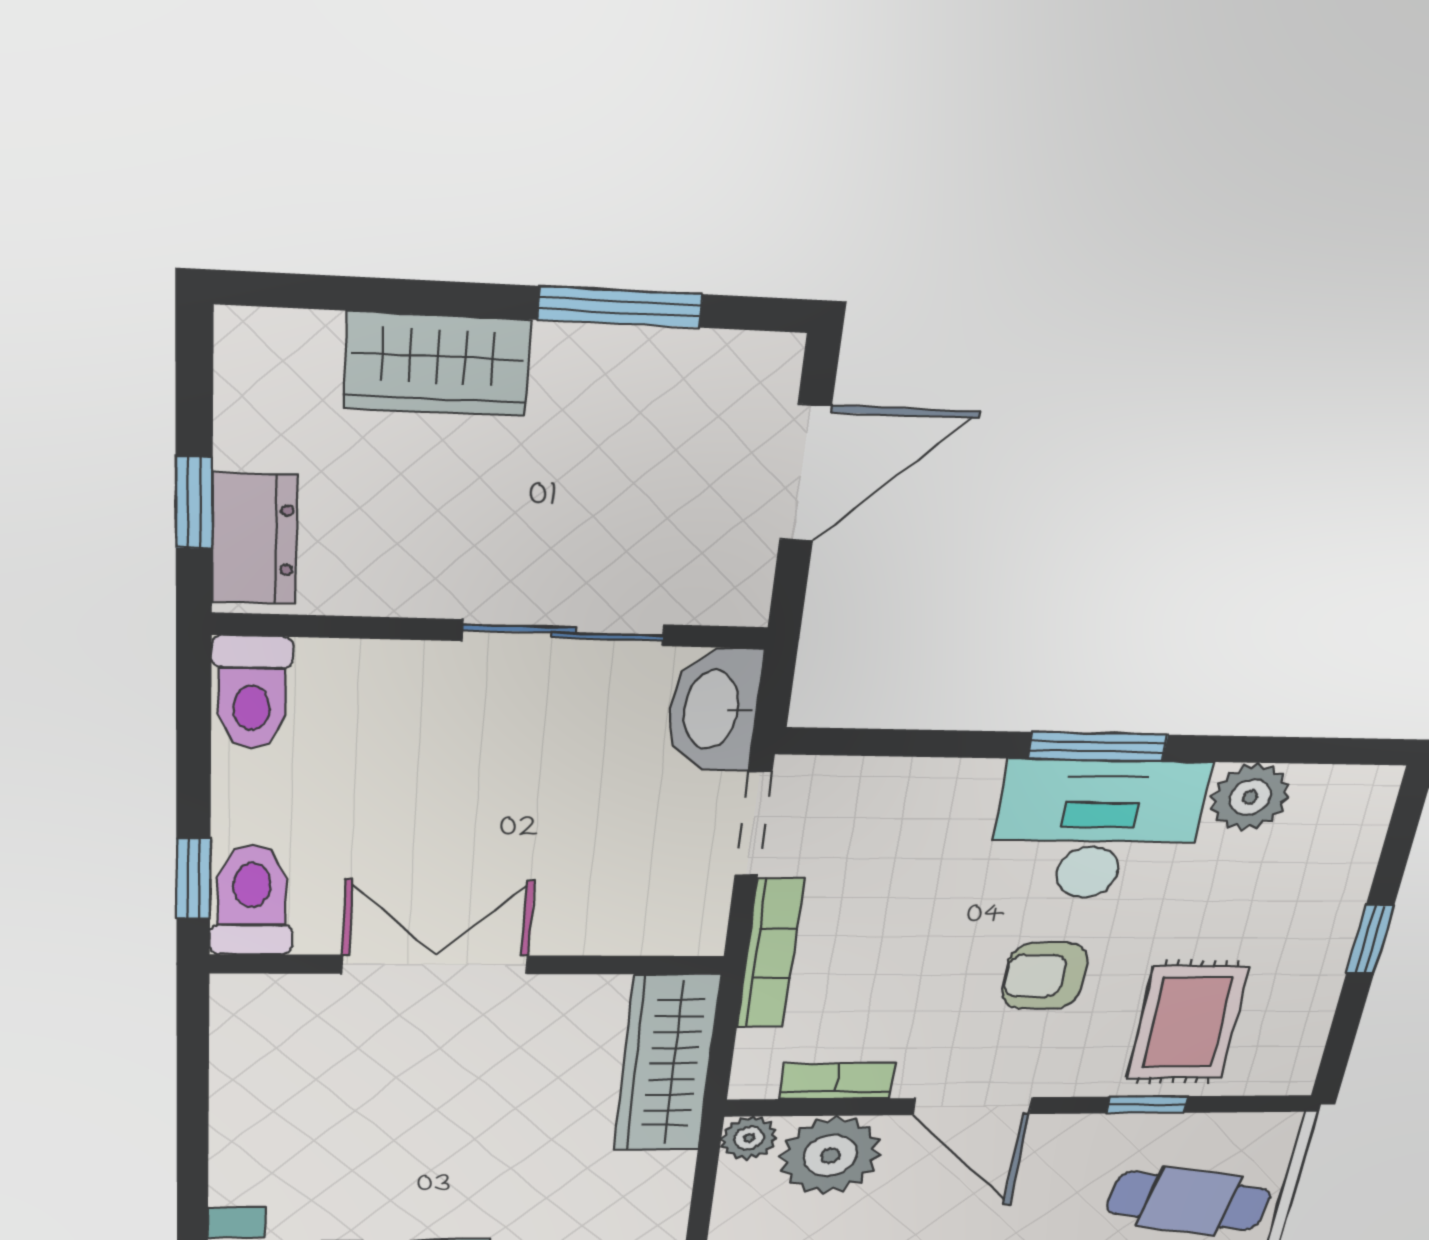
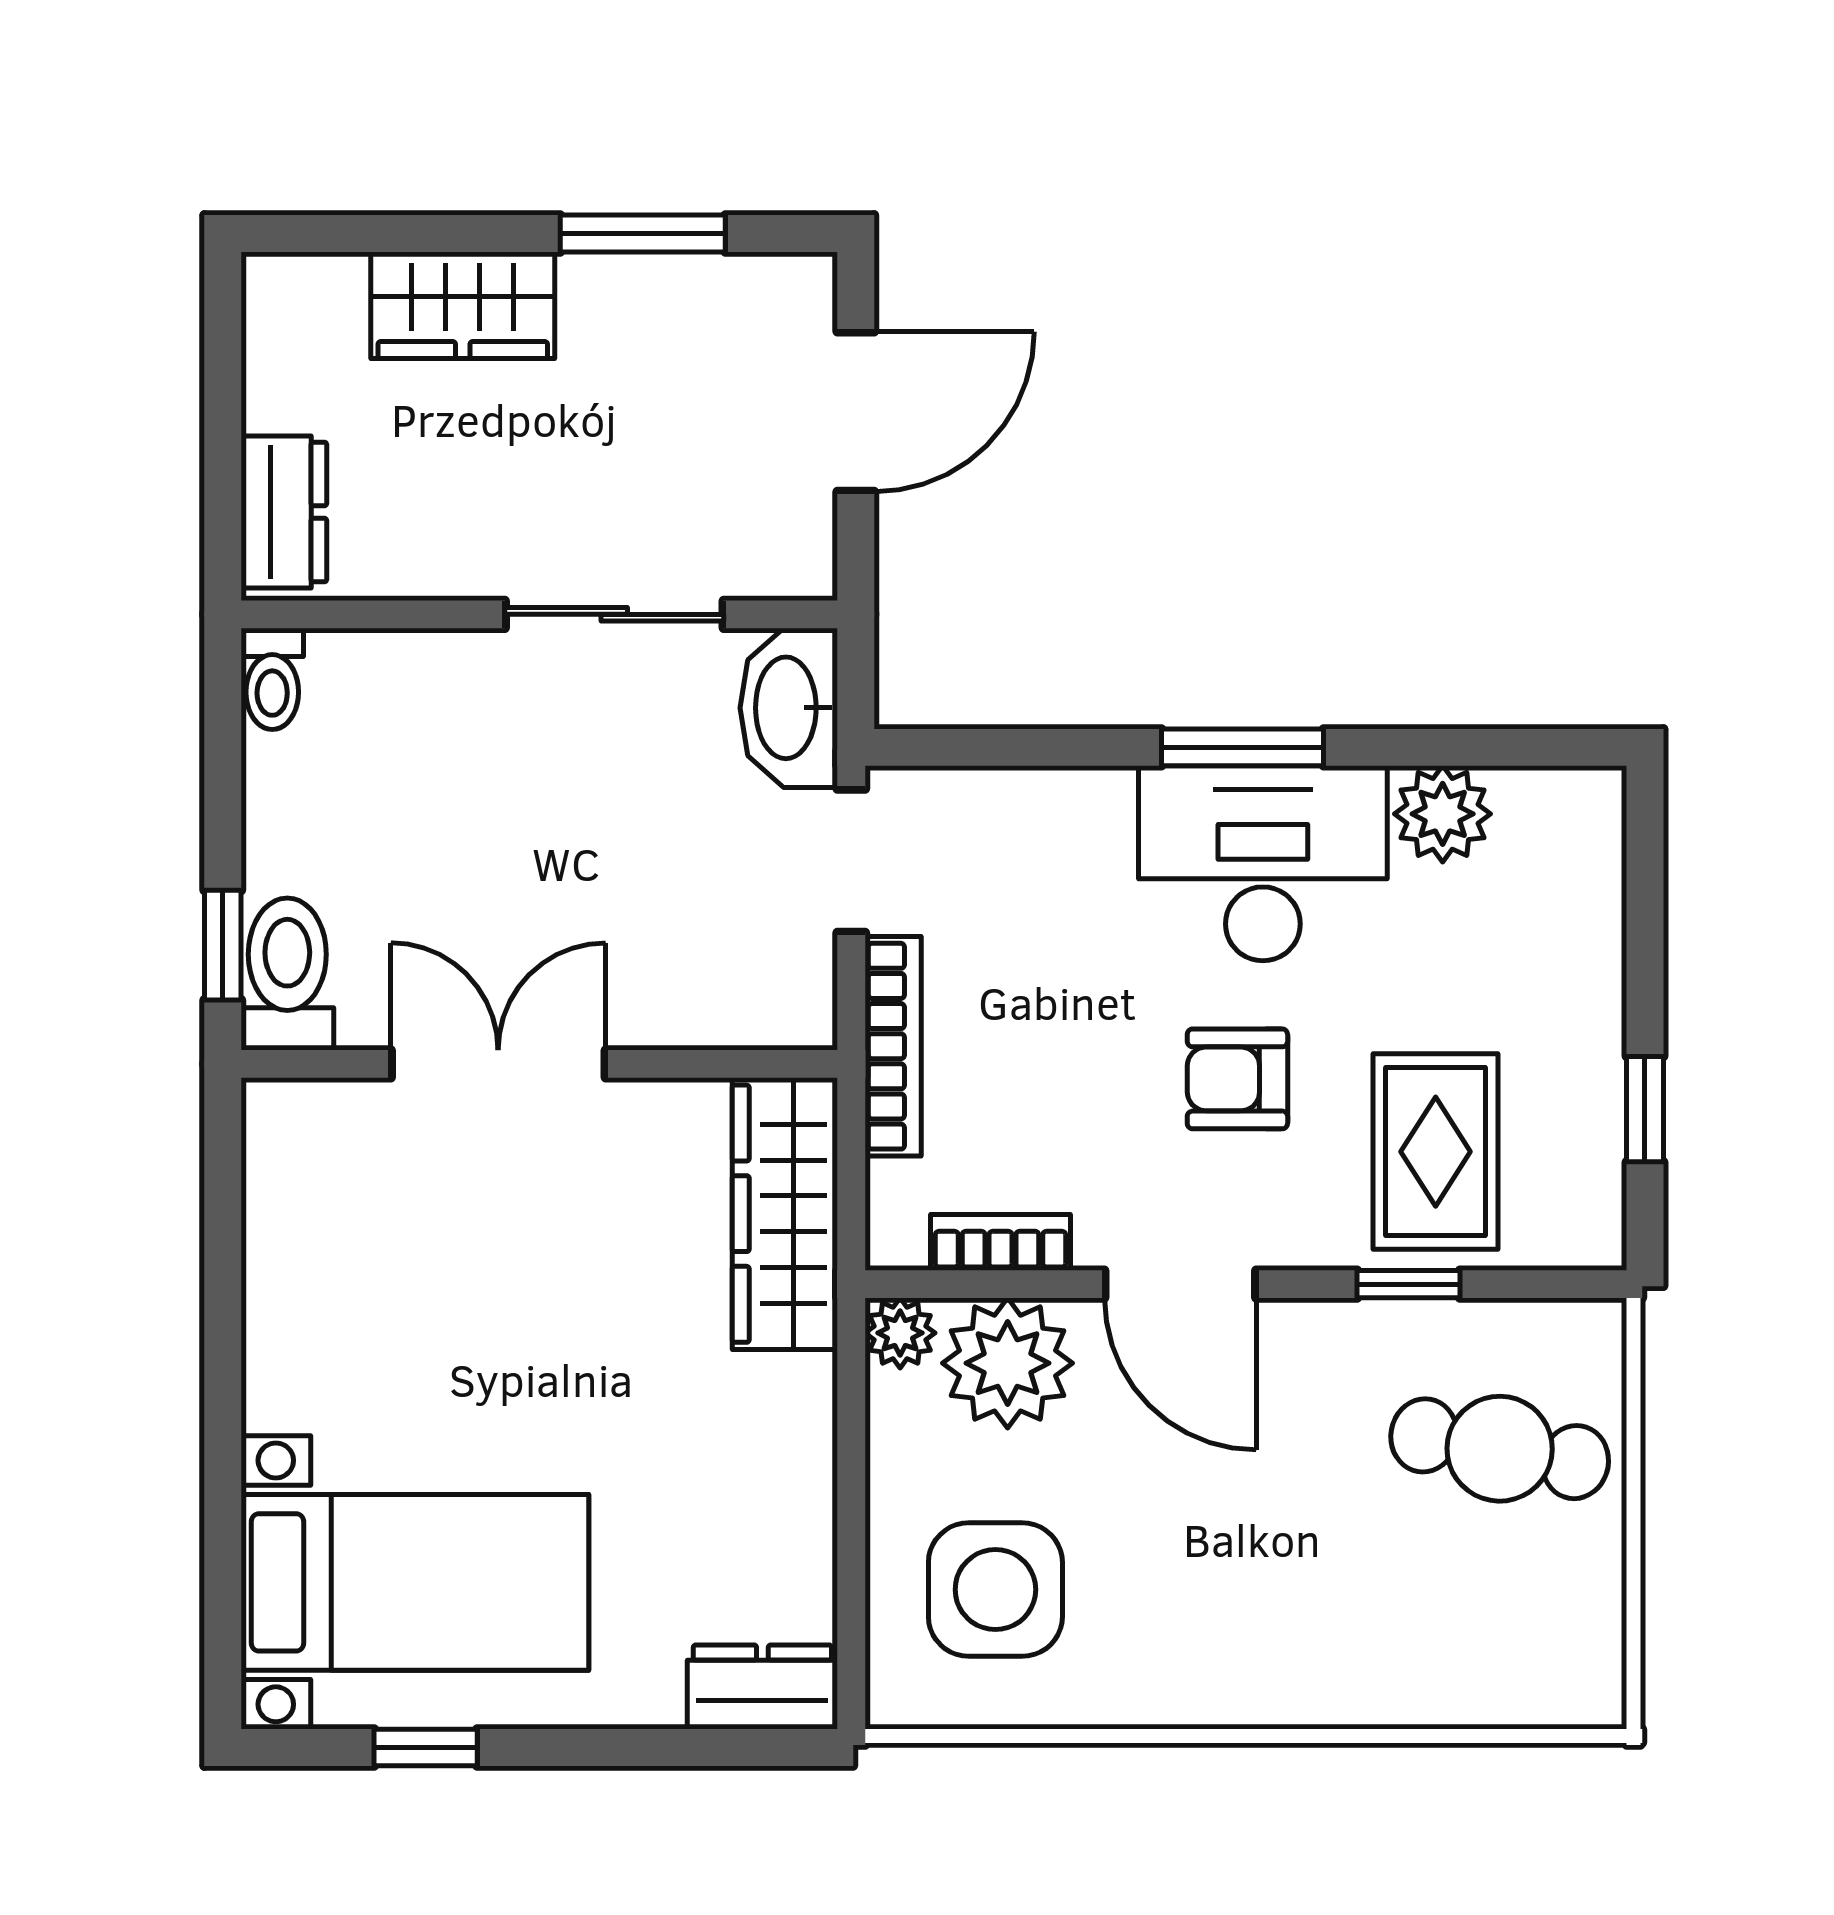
window: (194, 503) -> (223, 472), removed
toilet: (252, 692) -> (272, 679), width x0.73, depth x0.72
window: (1370, 940) -> (1645, 1109), moved

